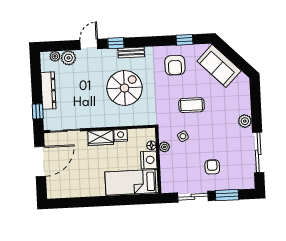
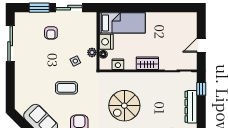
plant: (245, 121) -> (21, 72), removed
nightstand: (121, 136) -> (118, 64), moved
door: (40, 161) -> (201, 45), width x0.53

